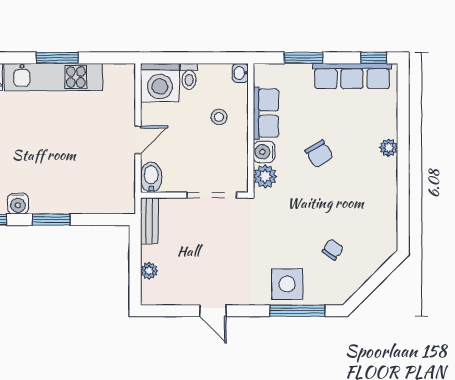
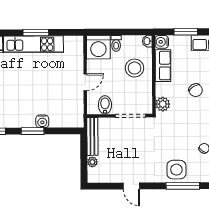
stool: (219, 117) -> (134, 68), width x1.89, depth x1.89
water cooler: (264, 152) -> (162, 42), moved
bidet: (151, 177) -> (105, 105), moved
water cooler: (18, 204) -> (42, 121), moved
bench: (149, 221) -> (92, 136), width x1.36

